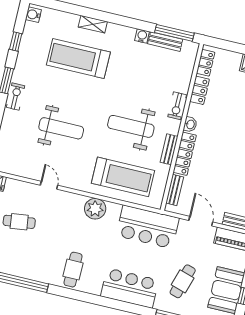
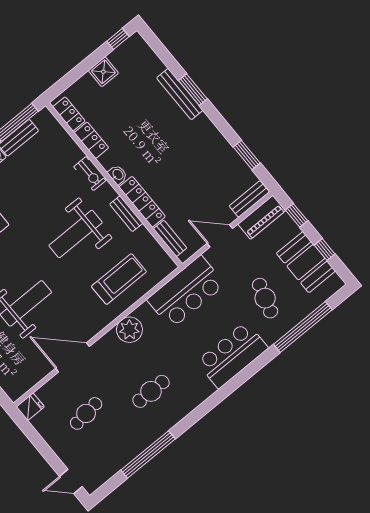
treadmill: (123, 177) -> (119, 279), width x0.73, depth x0.73
door: (49, 185) -> (72, 357), width x1.88
cafe table: (73, 270) -> (151, 391), moved, turned 90

